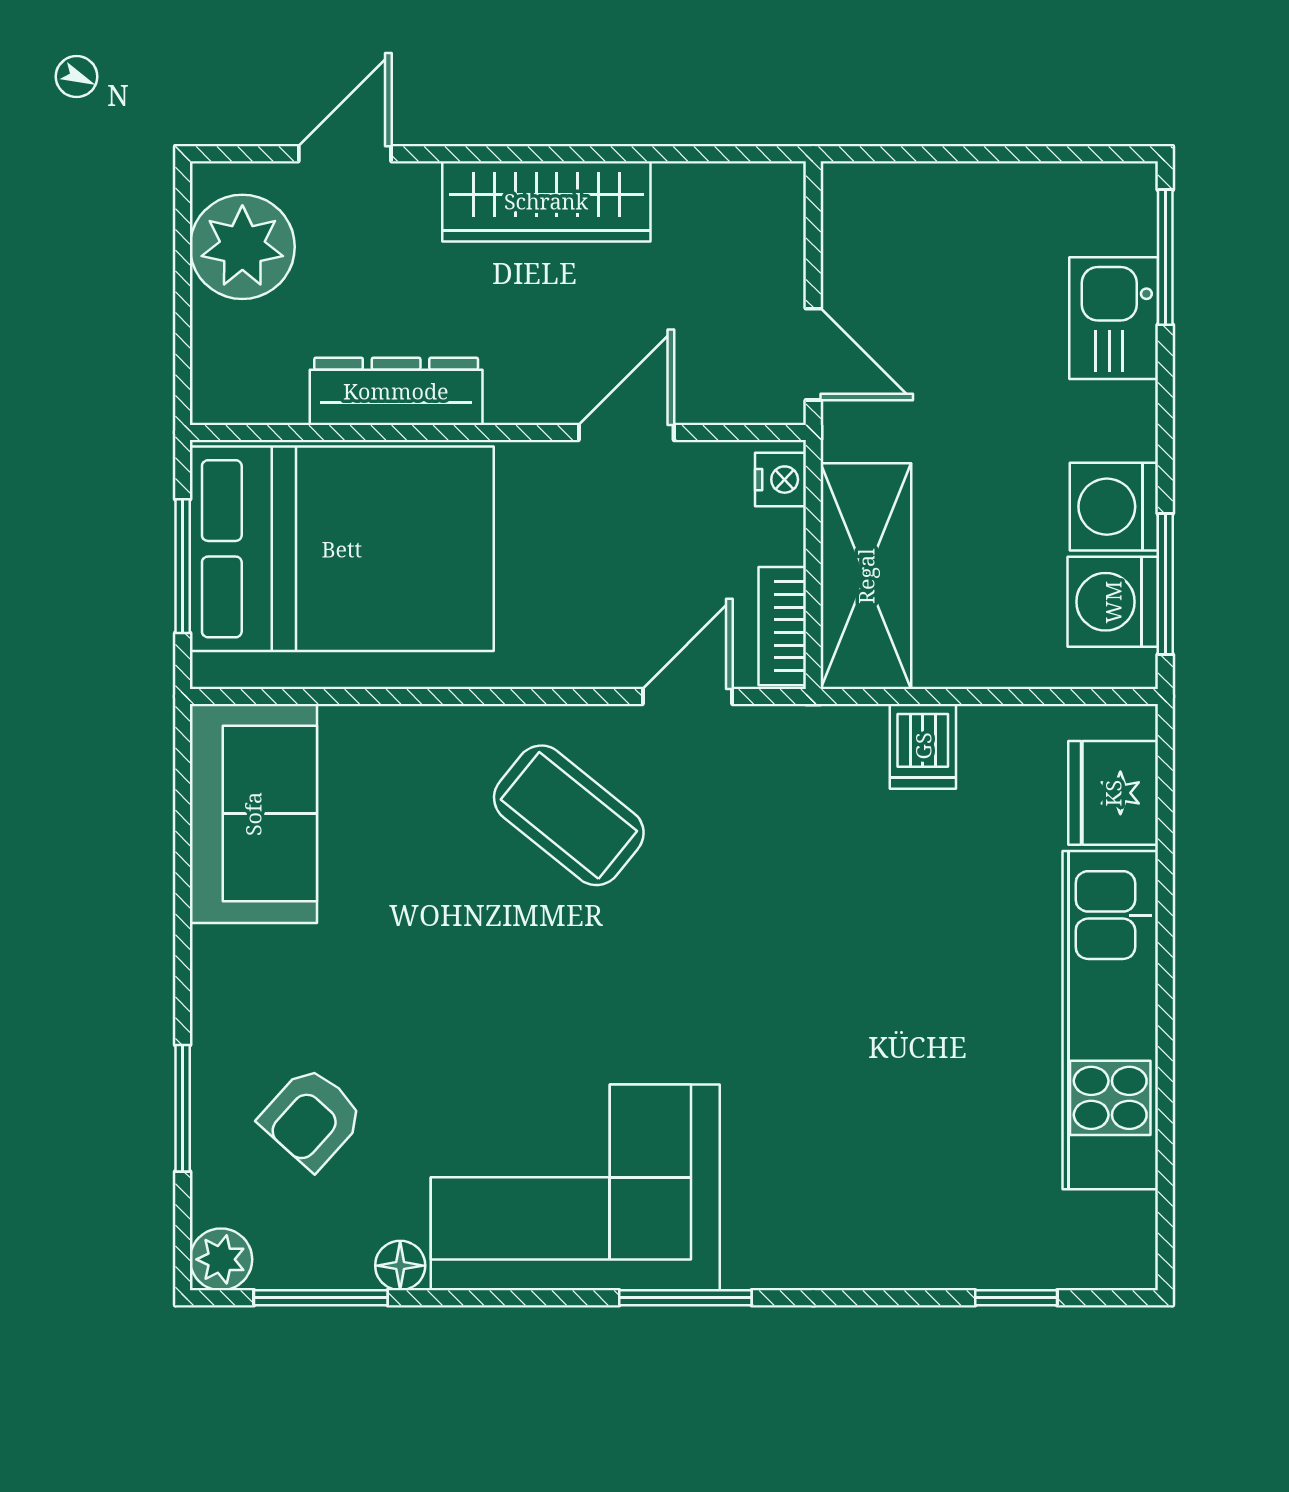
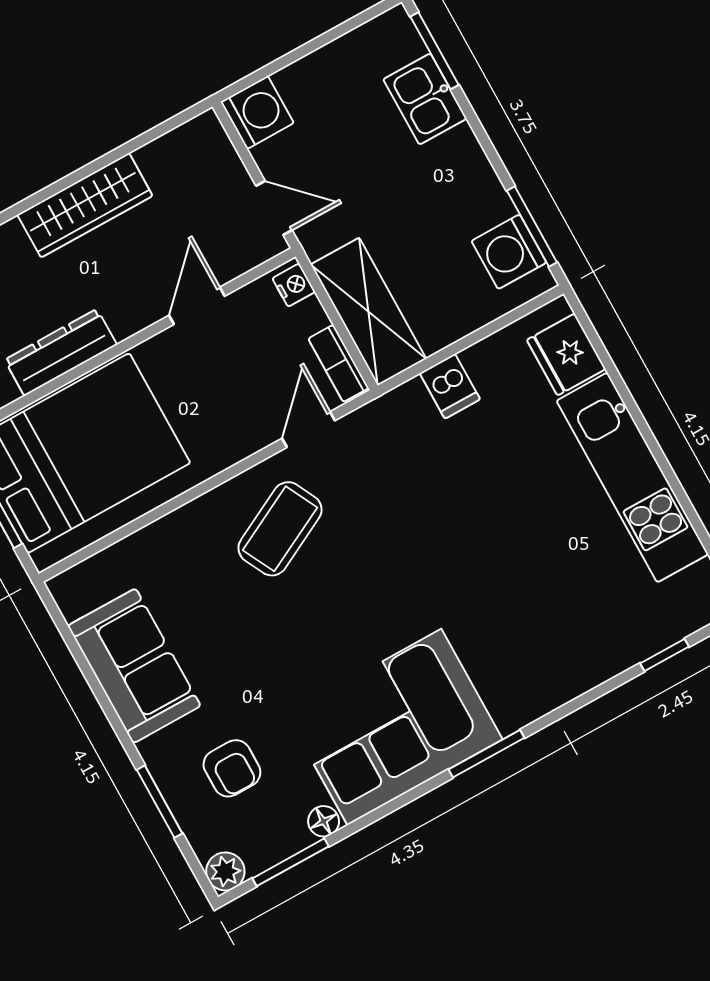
washing machine: (1114, 507) -> (257, 112), moved, turned 180
sofa: (253, 814) -> (134, 666), moved
coffee table: (569, 815) -> (280, 529), turned -66
armchair: (312, 1118) -> (232, 768), turned -42

